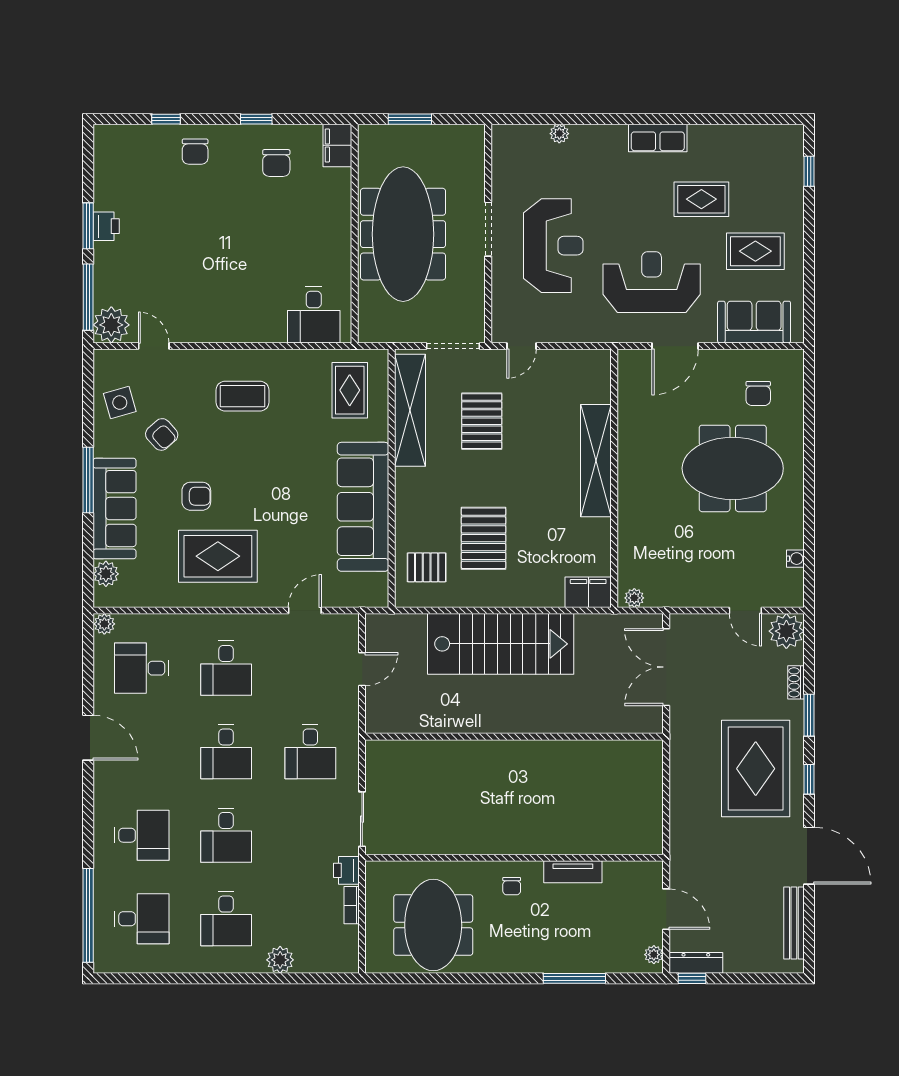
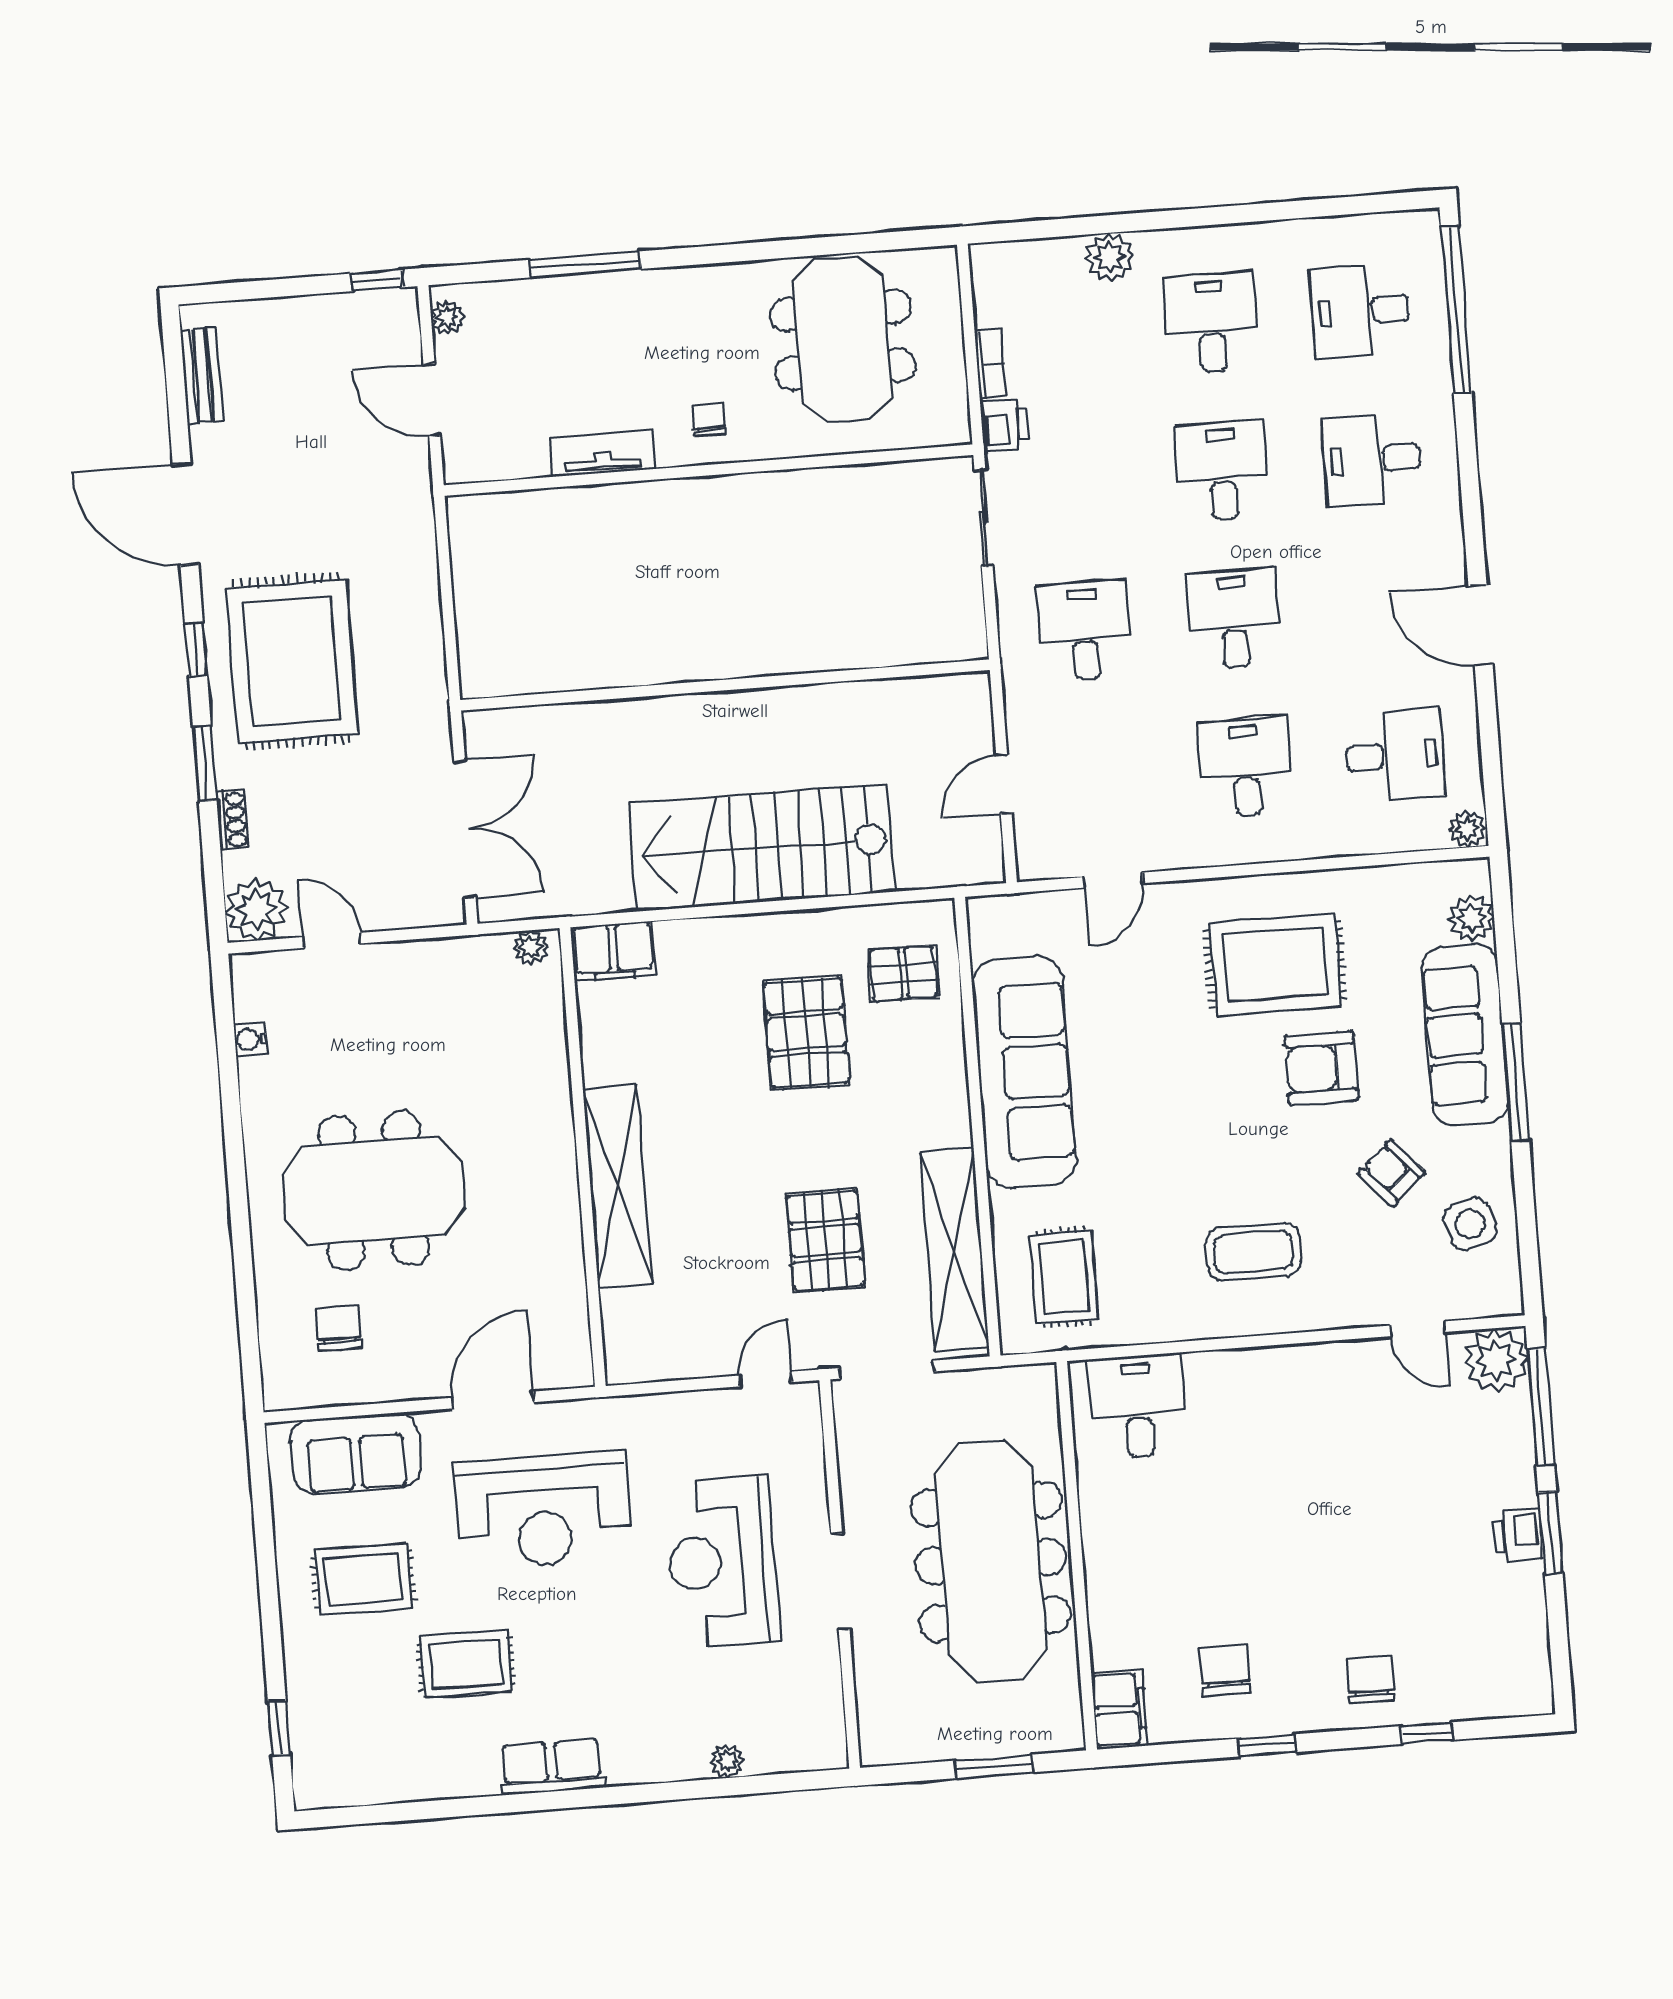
armchair: (196, 496) -> (1322, 1068), width x1.38, depth x1.38
bench: (794, 923) -> (202, 376), width x0.73
dresser: (696, 963) -> (372, 308), removed

